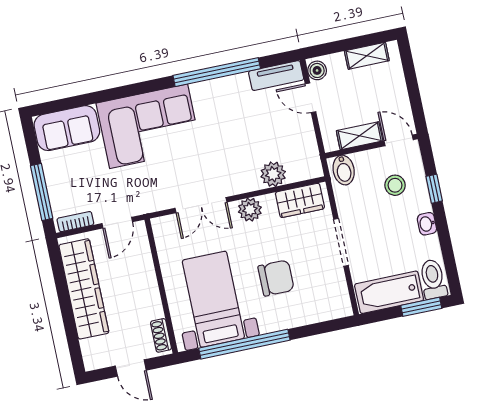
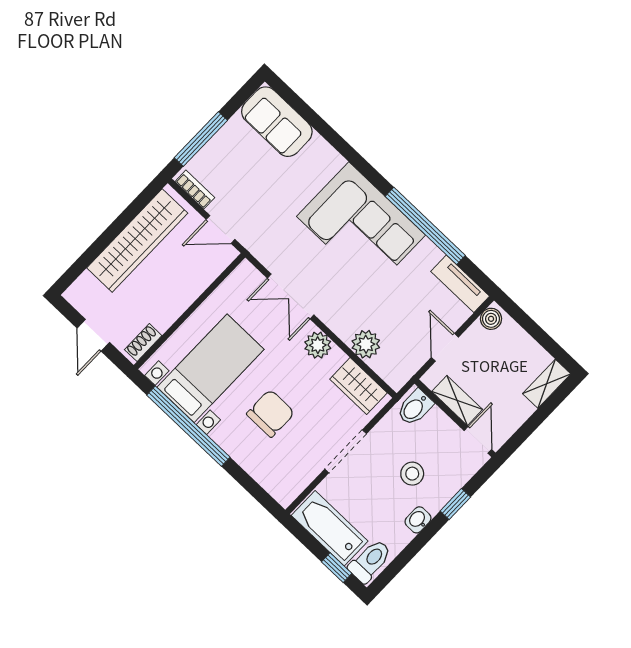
shelving: (367, 56) -> (547, 384), moved, turned 90
door: (311, 98) -> (445, 347), moved
corner sofa: (149, 126) -> (361, 226), moved
stool: (395, 185) -> (412, 474), moved
chair: (276, 278) -> (271, 413), turned -90
window: (421, 307) -> (337, 568), width x0.67

